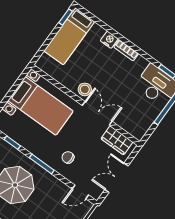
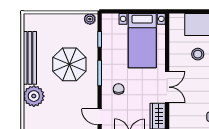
stool: (85, 89) -> (198, 54), moved

